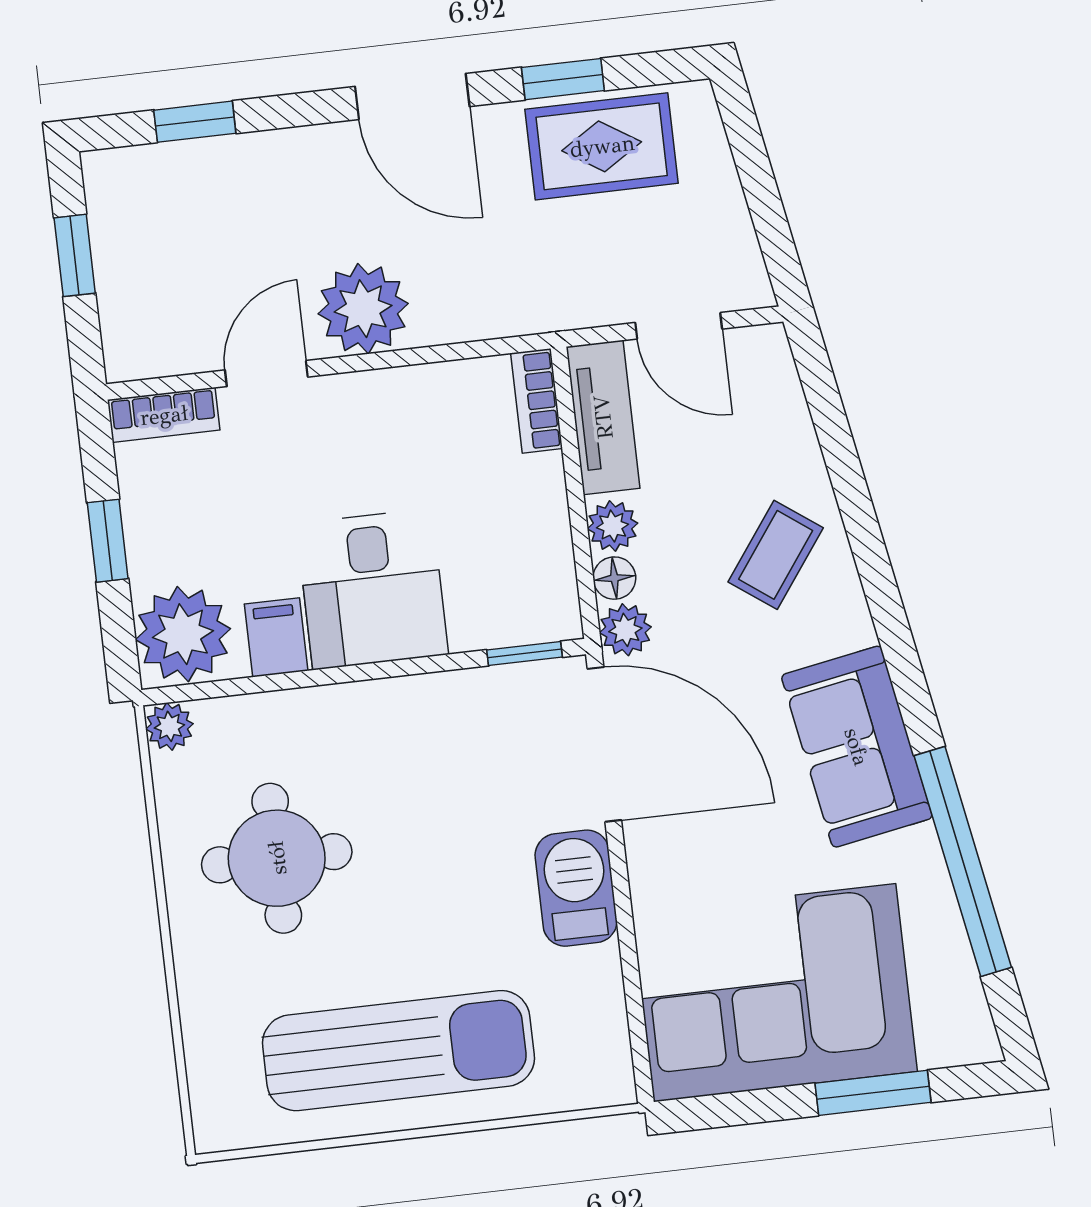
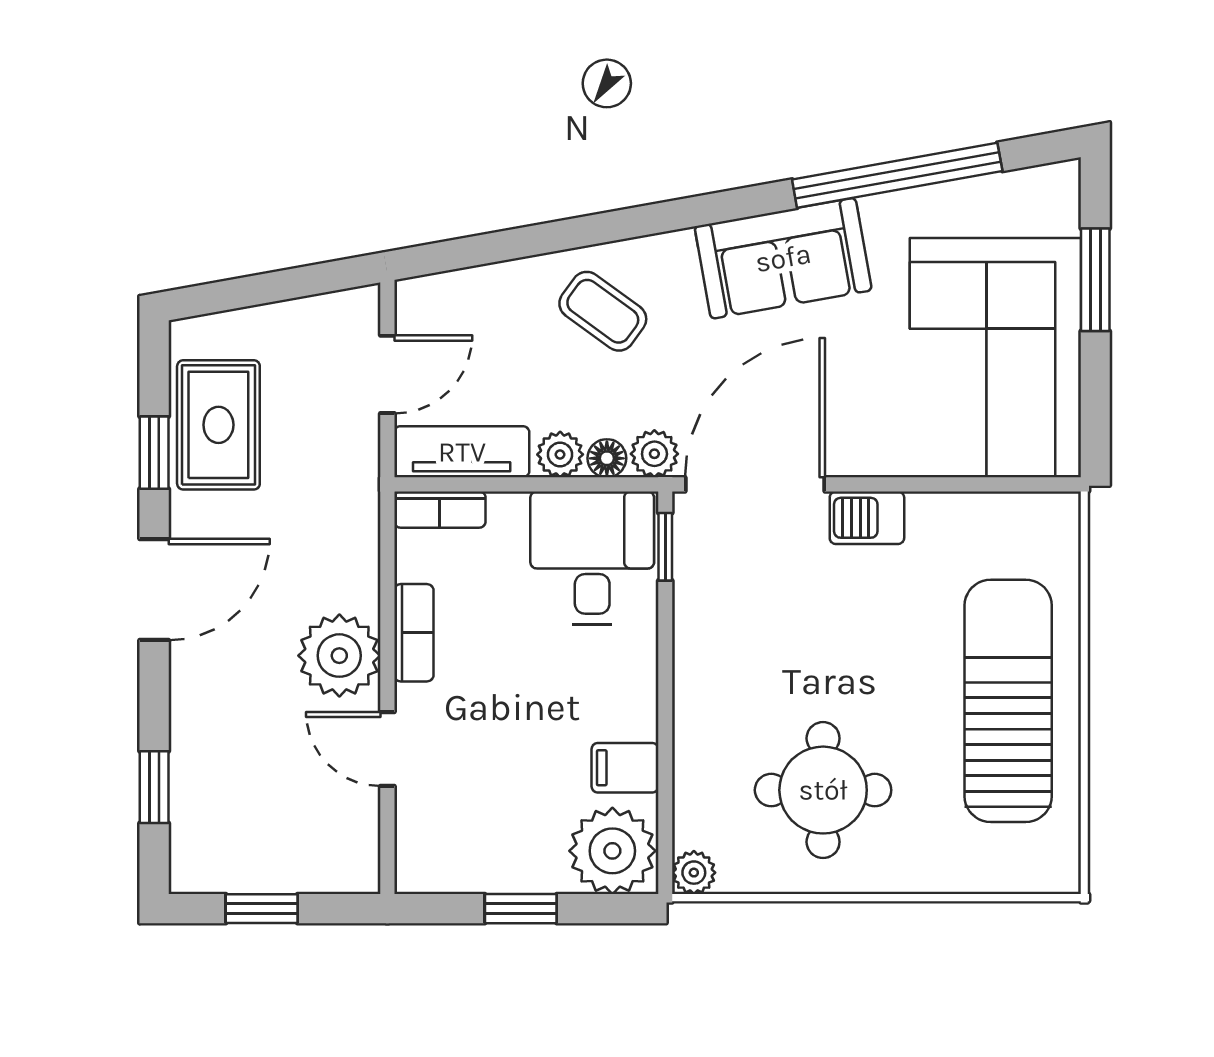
bookcase: (164, 415) -> (414, 633), moved
desk: (372, 589) -> (592, 558), moved, turned -90
barbecue: (576, 888) -> (867, 518), width x0.73, depth x0.79

